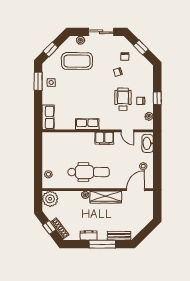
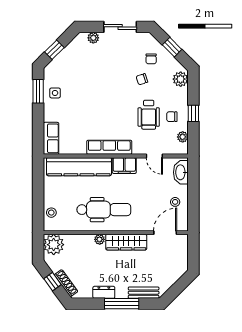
coffee table: (77, 61) -> (89, 65), removed
plant: (147, 72) -> (181, 79), added
wheelchair: (123, 99) -> (149, 115), turned 180
row of seats: (87, 124) -> (109, 147), width x1.48
kitchen counter: (69, 139) -> (79, 167), added

